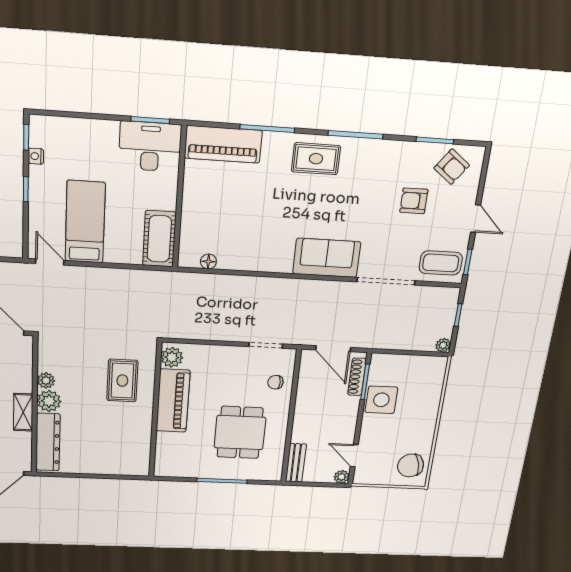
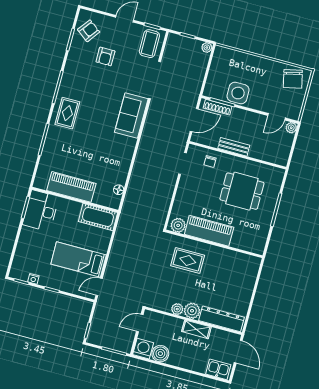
piano: (223, 144) -> (71, 187), moved, turned -90
bench: (296, 463) -> (234, 147), moved

